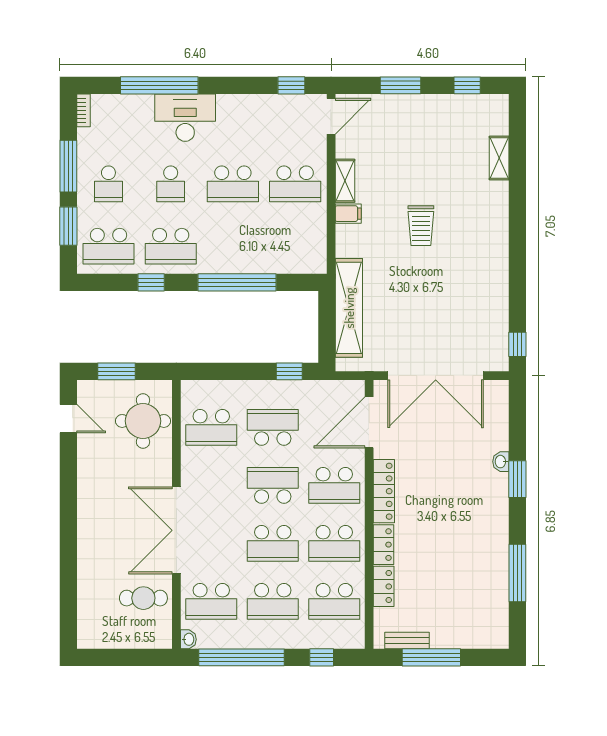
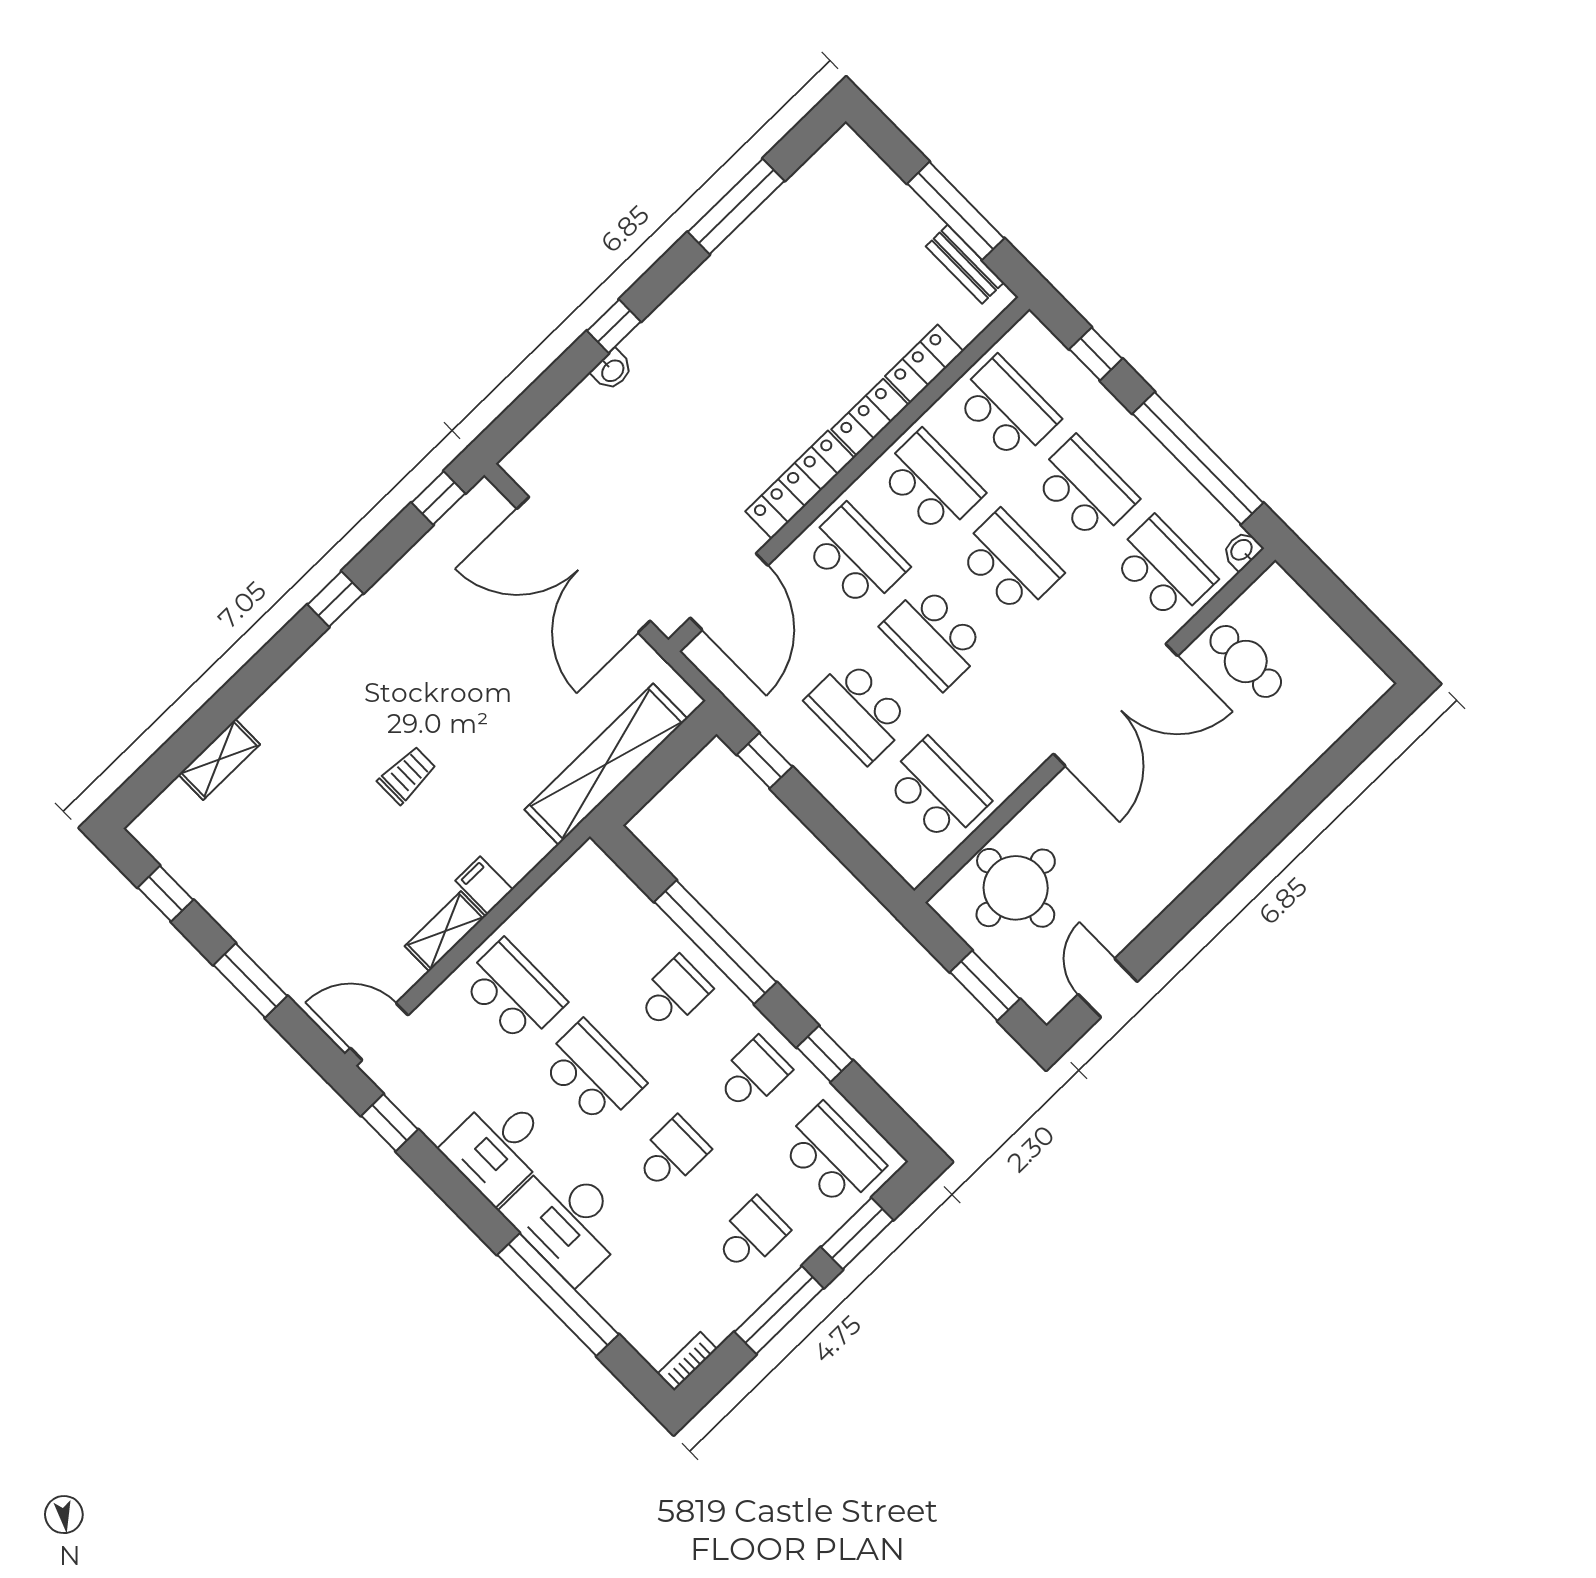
desk: (240, 119) -> (498, 1147), added
trolley: (421, 226) -> (407, 775), width x0.73, depth x0.72
school desk: (171, 246) -> (753, 1075), width x0.54
school desk: (233, 246) -> (673, 994), added
window: (517, 265) -> (335, 599), added
double door: (436, 376) -> (584, 565), swing flipped
door: (369, 422) -> (729, 592), hinge flipped
window: (517, 479) -> (614, 326), width x0.67

